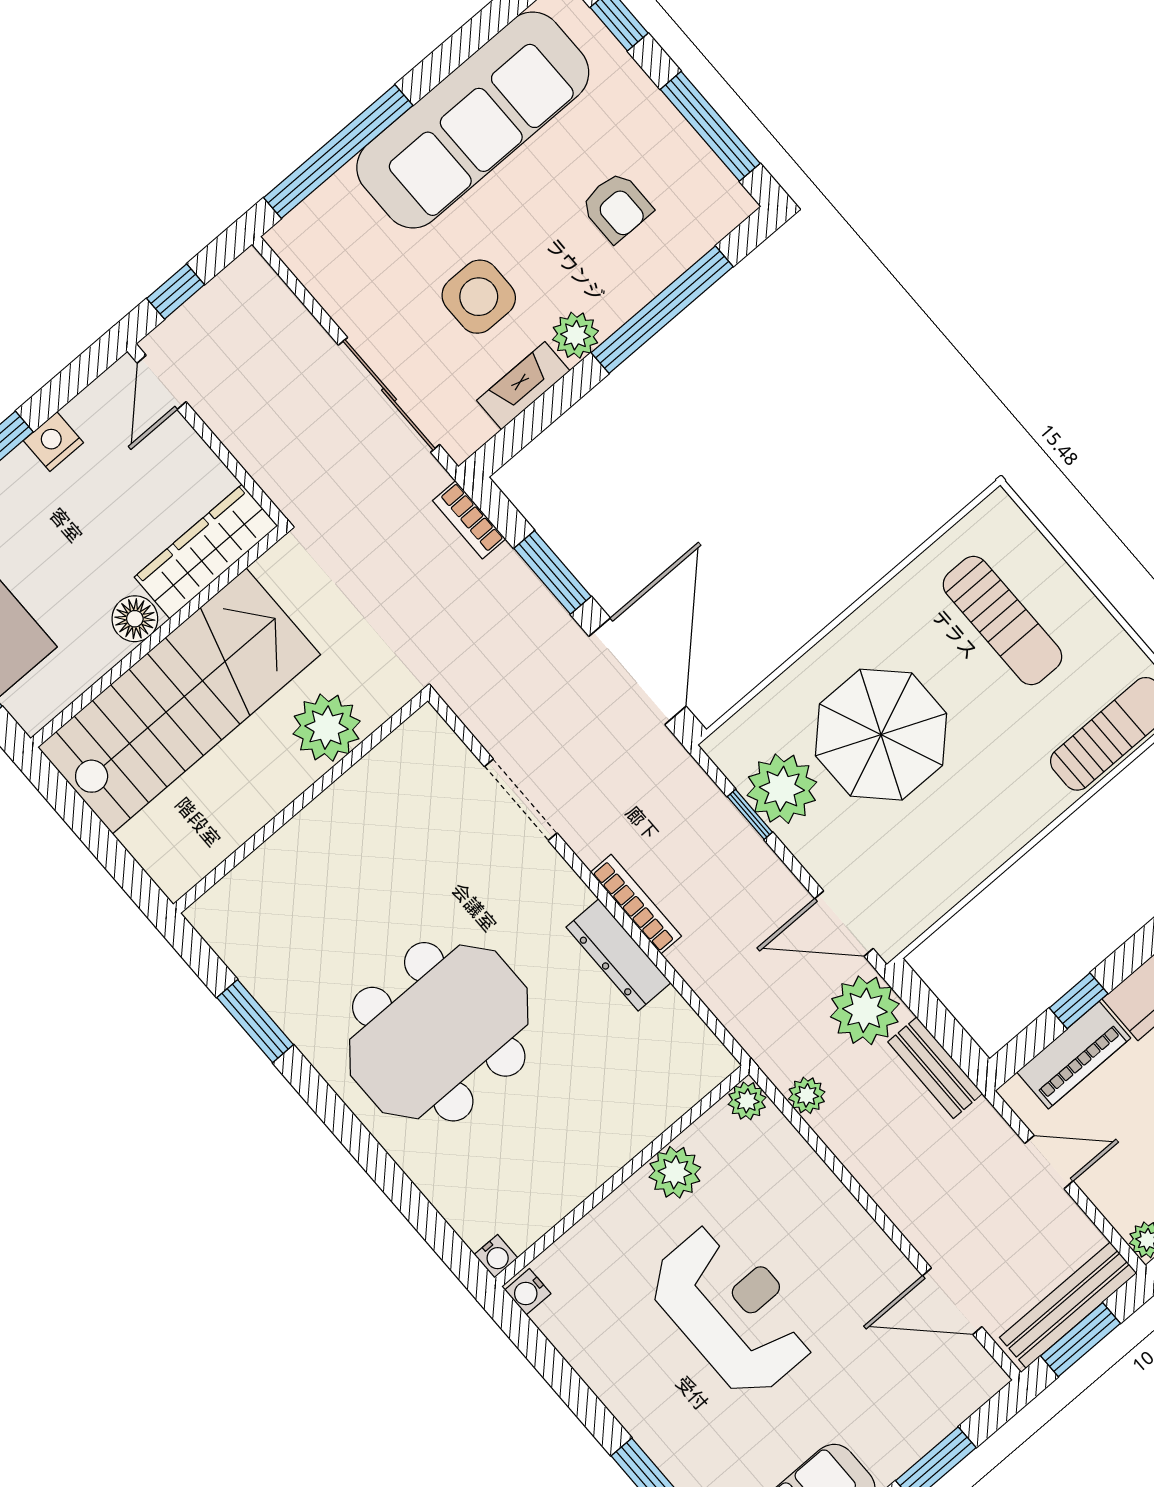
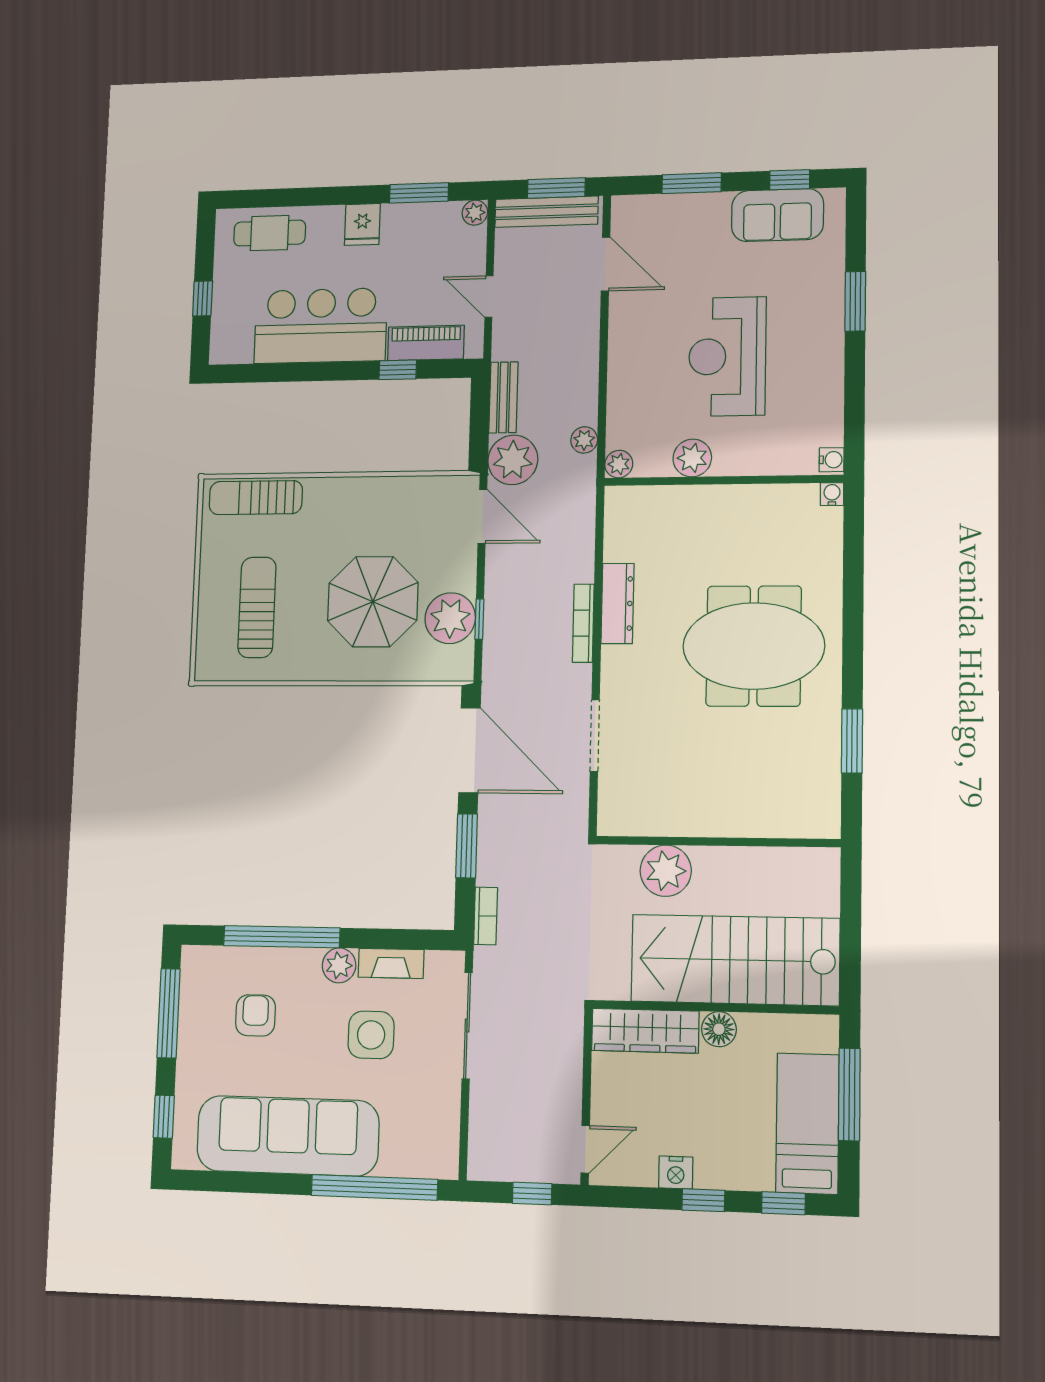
door: (638, 671) -> (469, 750), swing flipped

